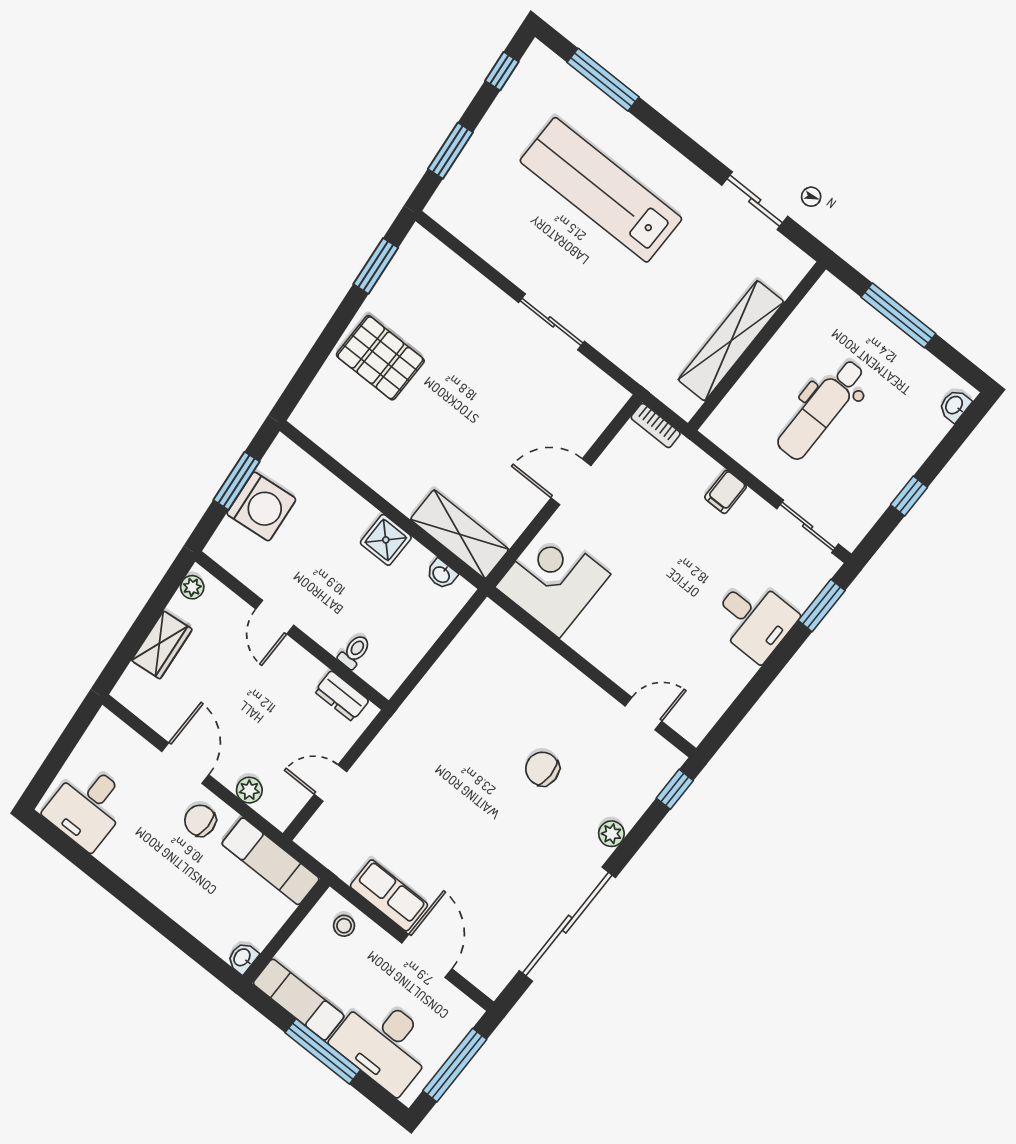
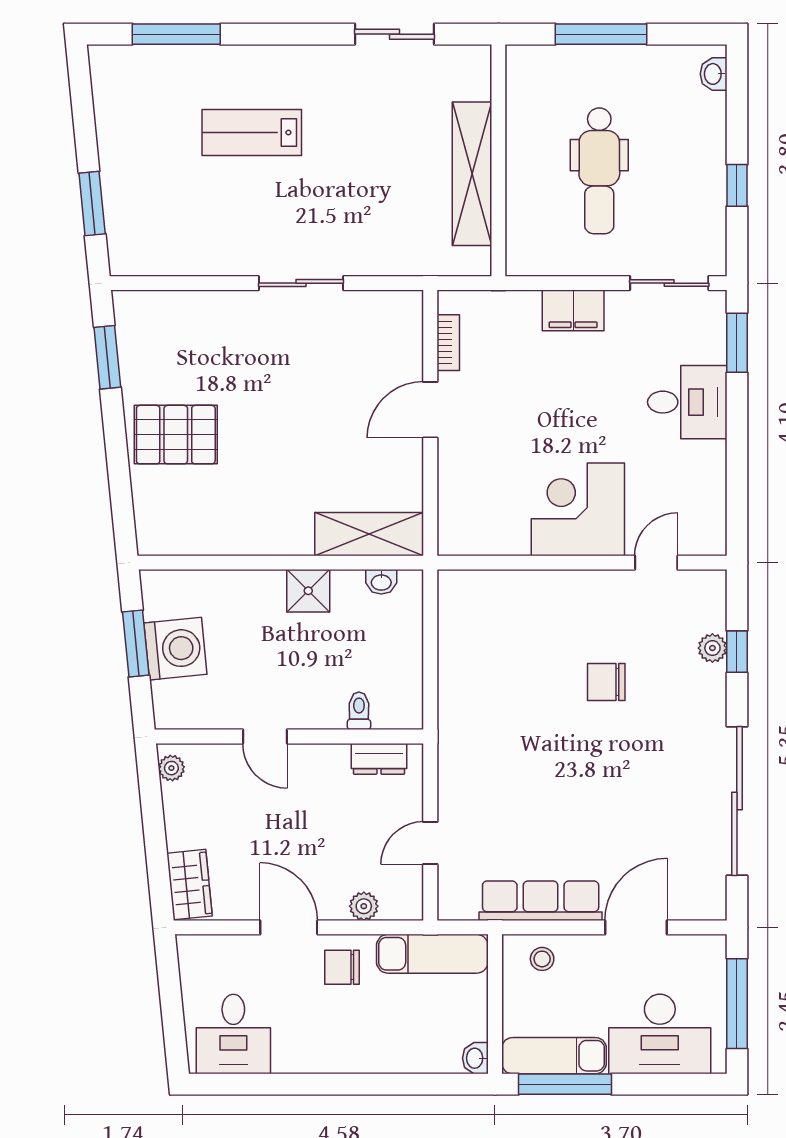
window: (502, 71) -> (82, 98), removed
lab bench: (601, 190) -> (252, 132), width x0.54, depth x0.72
bookcase: (656, 425) -> (448, 343), moved, turned -90
filing cabinet: (726, 492) -> (573, 310), width x2.00
corner desk: (553, 581) -> (578, 509), moved
wardrobe: (162, 645) -> (189, 885), moved
window: (675, 789) -> (737, 652), moved
plant: (611, 834) -> (712, 648), moved
row of seats: (389, 895) -> (541, 901), width x1.48
door: (427, 956) -> (636, 927), hinge flipped
window: (323, 1051) -> (565, 1084), moved

